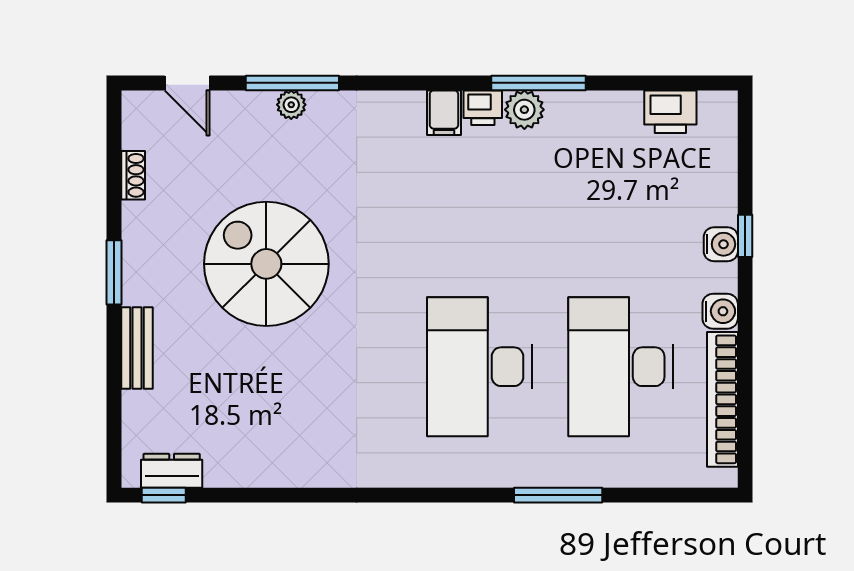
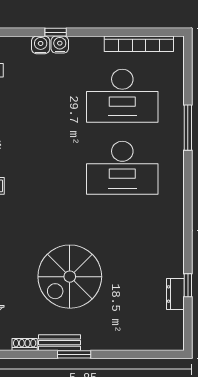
water cooler: (720, 311) -> (41, 45), moved
bench: (137, 348) -> (59, 343), moved
dresser: (172, 471) -> (175, 294), moved
window: (164, 495) -> (188, 285), moved

